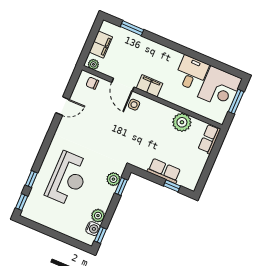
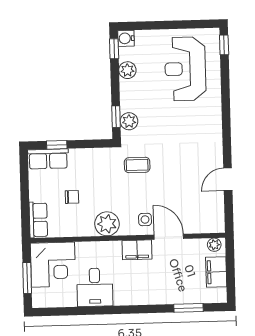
chair: (92, 83) -> (72, 197), moved
corner desk: (220, 88) -> (53, 265), moved, turned 180
plant: (182, 122) -> (107, 224), moved
coffee table: (122, 146) -> (137, 165), added
row of seats: (164, 171) -> (48, 159), moved
window: (31, 179) -> (225, 77), removed
reception desk: (68, 179) -> (185, 69), moved
water cooler: (93, 229) -> (126, 38), moved

